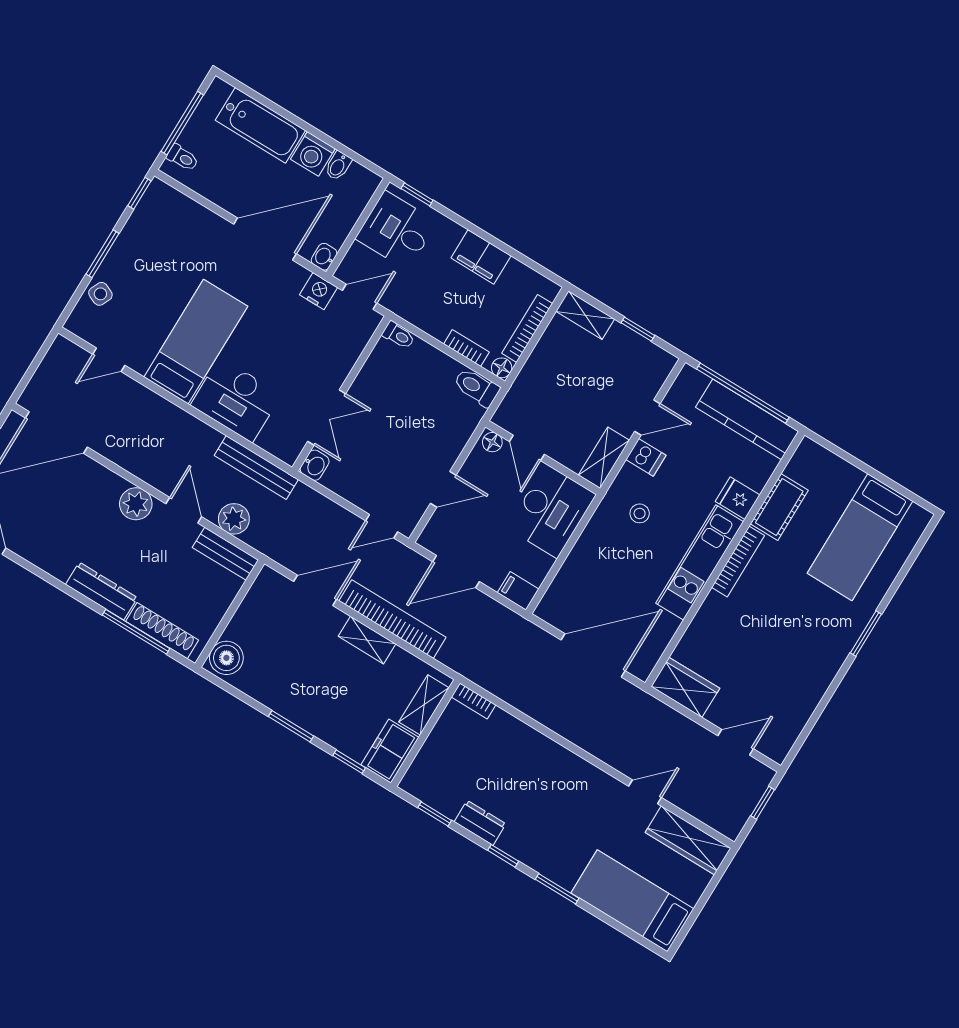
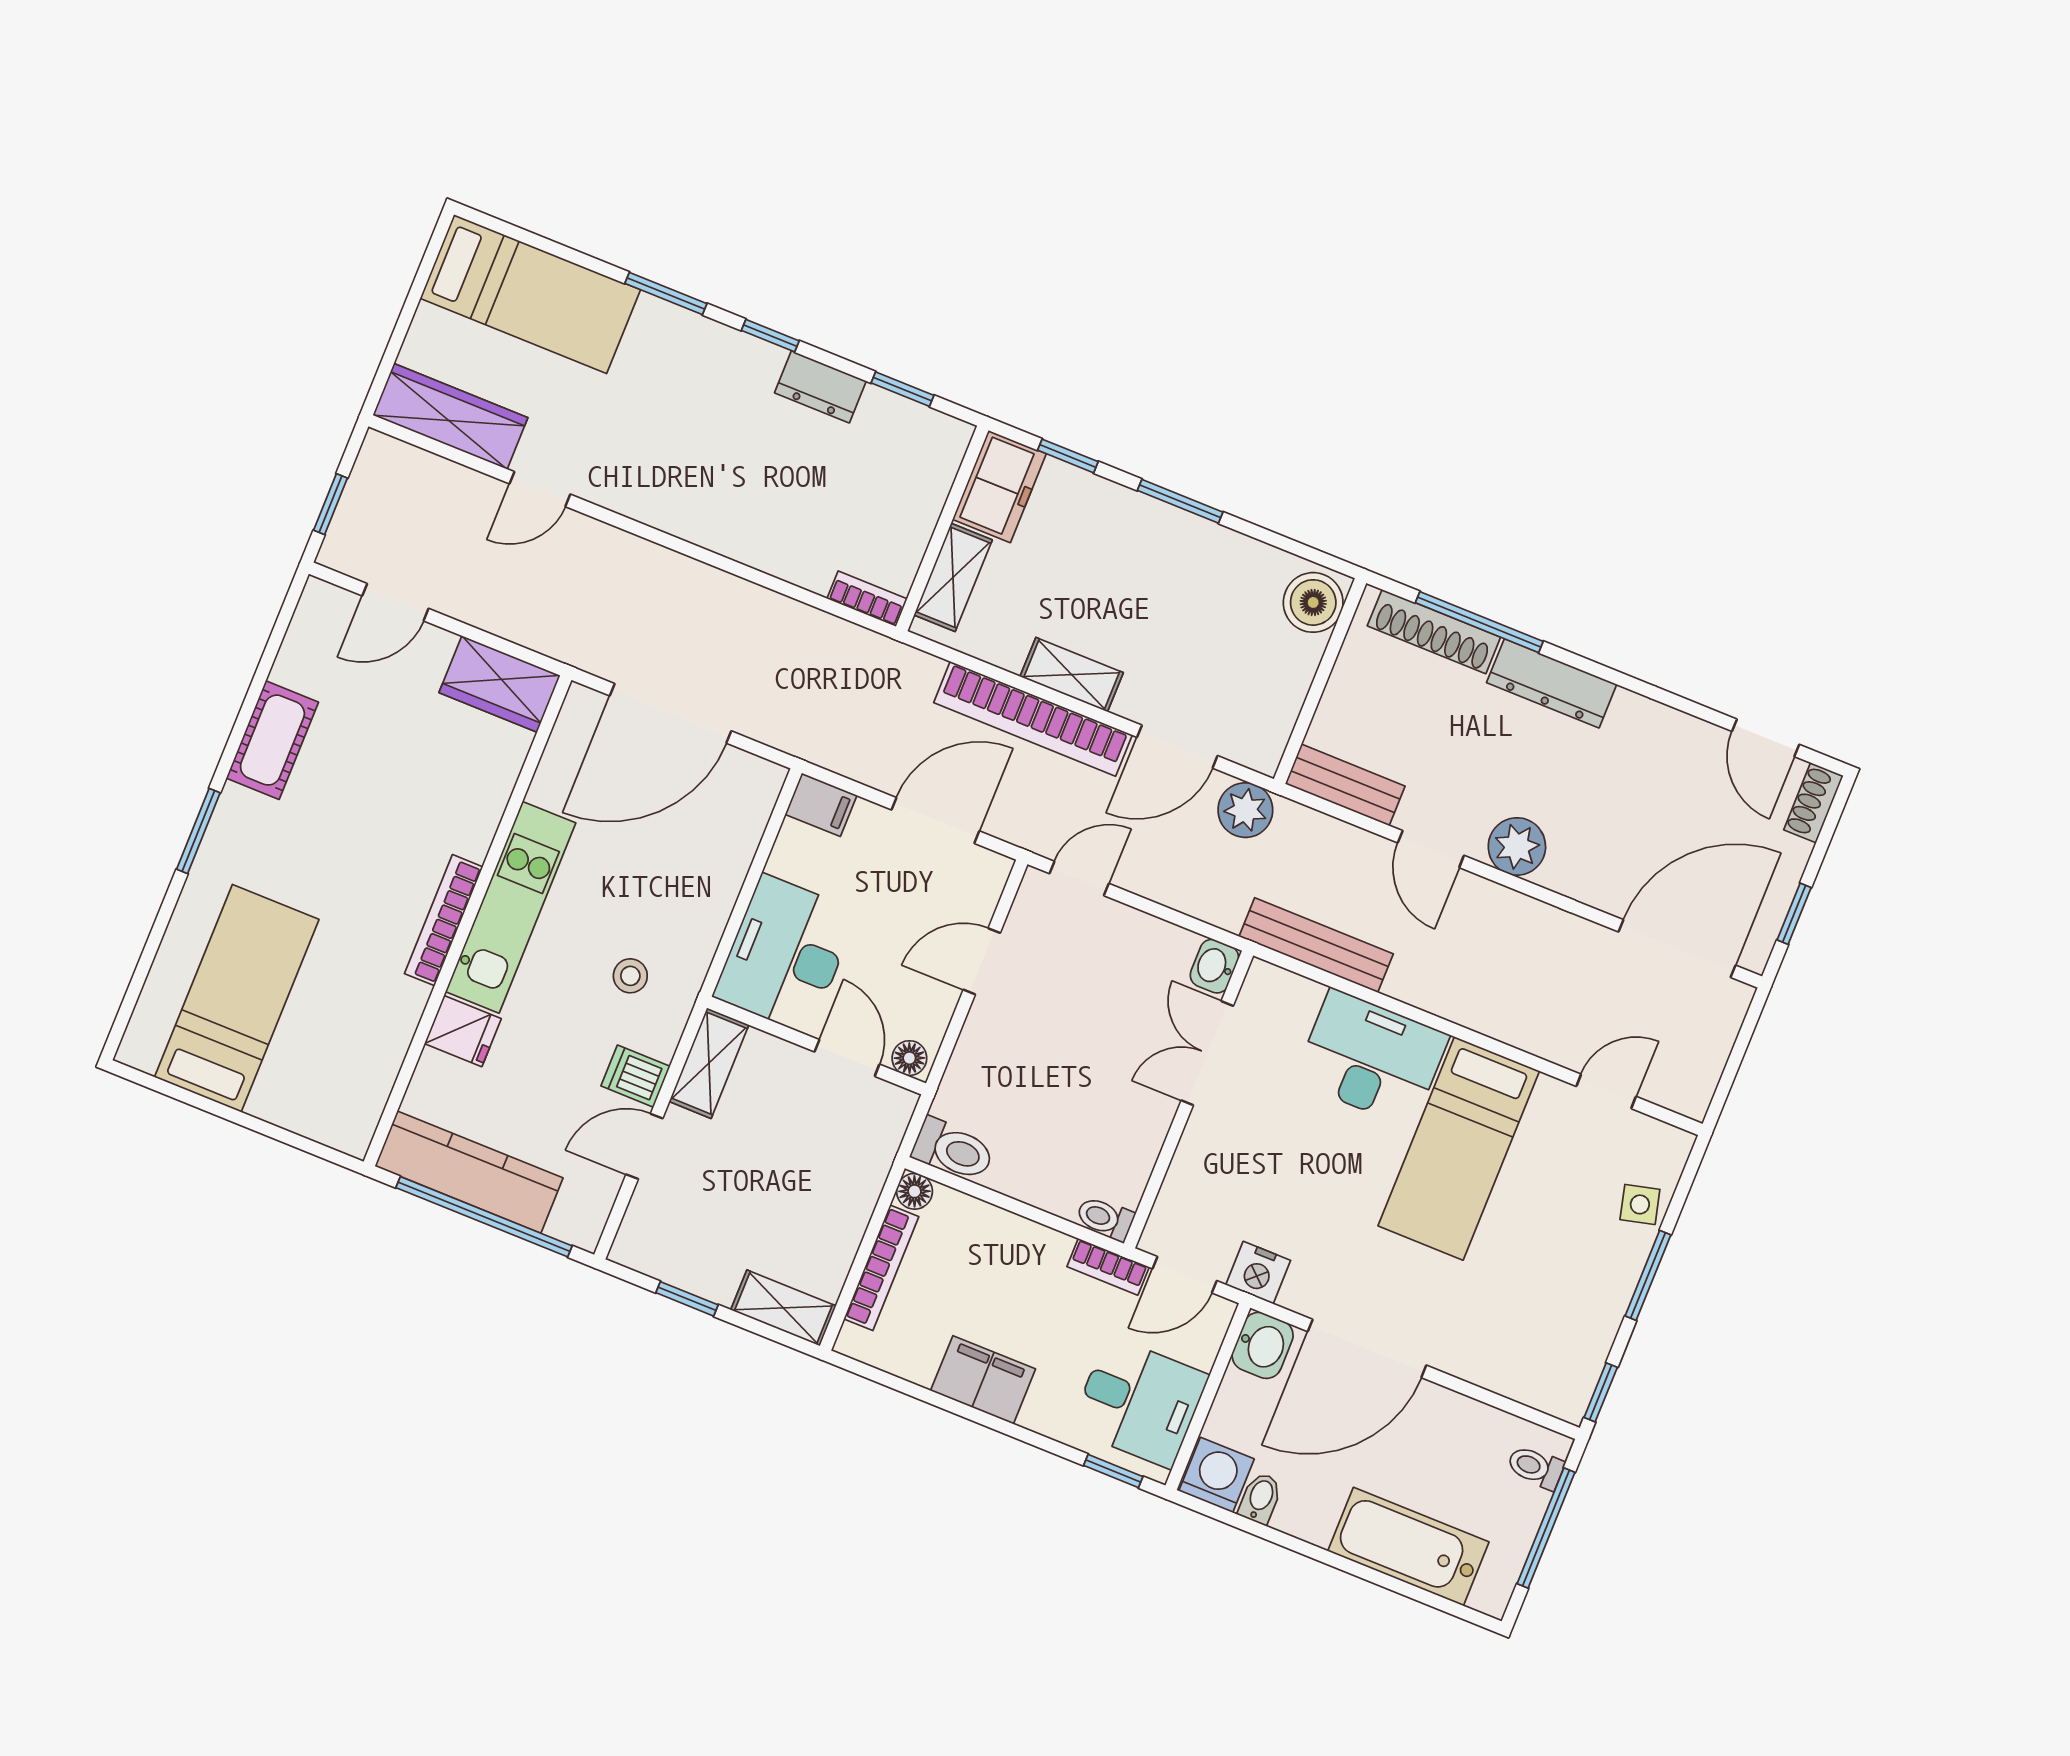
washing machine: (313, 154) -> (1217, 1475), moved
washbasin: (324, 257) -> (1263, 1345), width x1.38, depth x1.45
side table: (100, 294) -> (1640, 1204), turned -38
bookcase: (466, 348) -> (1108, 1267), moved
cot: (779, 507) -> (272, 740), moved
plant: (234, 519) -> (1245, 810), moved

